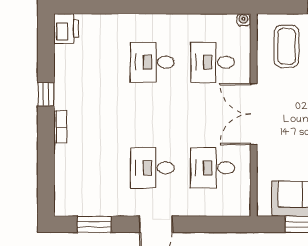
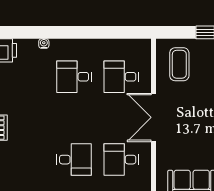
water cooler: (243, 20) -> (44, 44), moved
desk: (152, 168) -> (74, 160), turned 180

